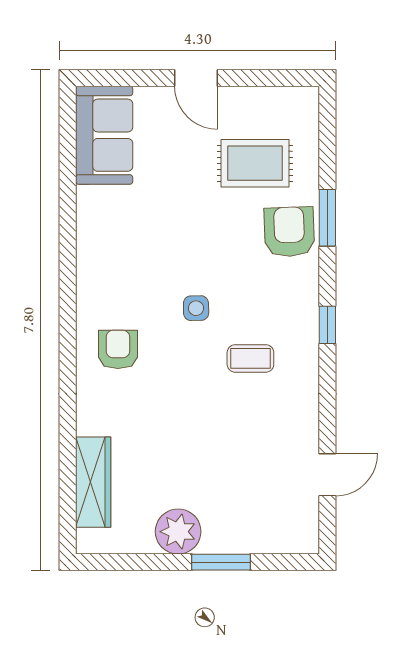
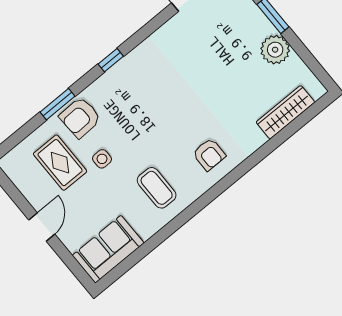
side table: (196, 308) -> (102, 159), moved
armchair: (118, 349) -> (209, 154), turned -90
coffee table: (250, 358) -> (157, 188), moved, width x1.36, depth x1.30

